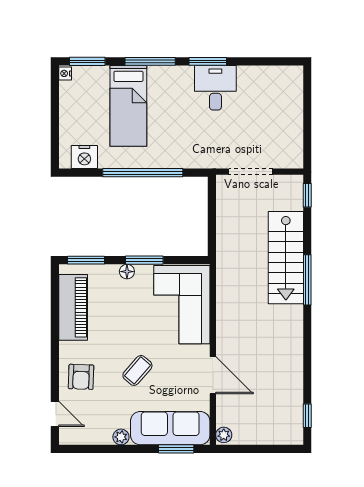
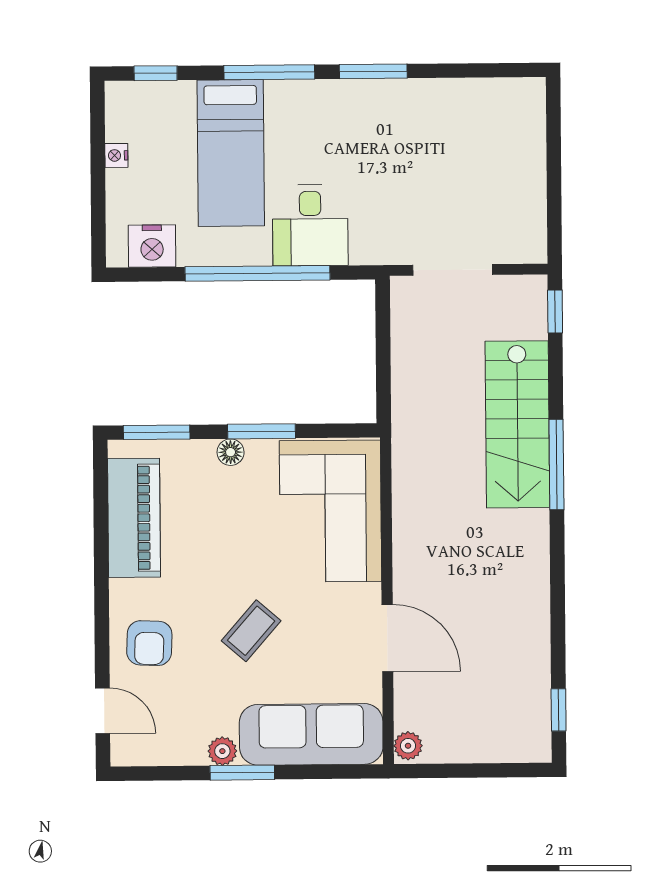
window: (87, 61) -> (156, 73), width x0.67
nightstand: (65, 73) -> (116, 155), moved
desk: (215, 88) -> (310, 225), moved, turned 180
window: (176, 449) -> (242, 773), moved

